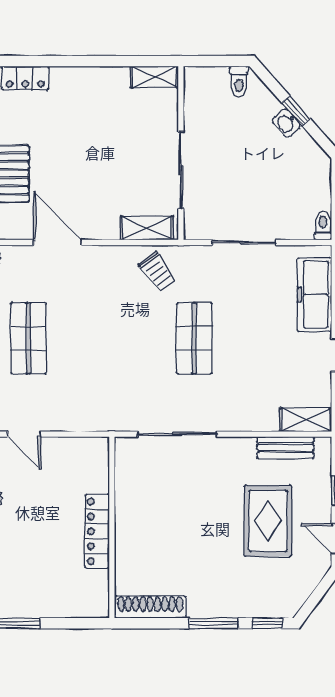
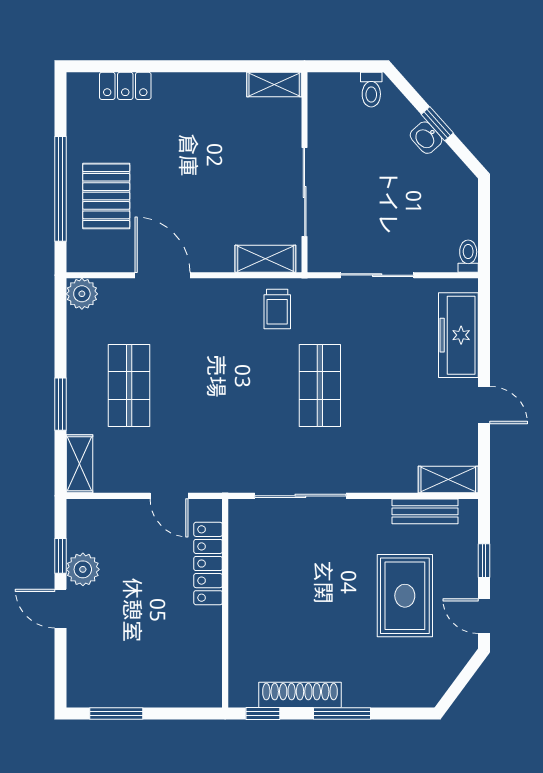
trolley: (157, 272) -> (277, 309), turned 36
door: (24, 434) -> (169, 496), moved
locker: (97, 531) -> (208, 564), moved
shoe rack: (150, 607) -> (300, 695), moved
window: (267, 623) -> (263, 714), moved

